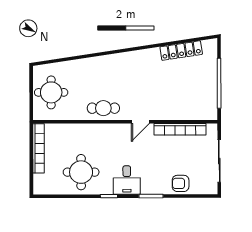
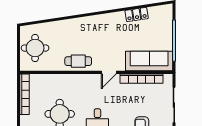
locker: (181, 51) -> (137, 15), width x0.66
sofa: (189, 108) -> (149, 61), added

